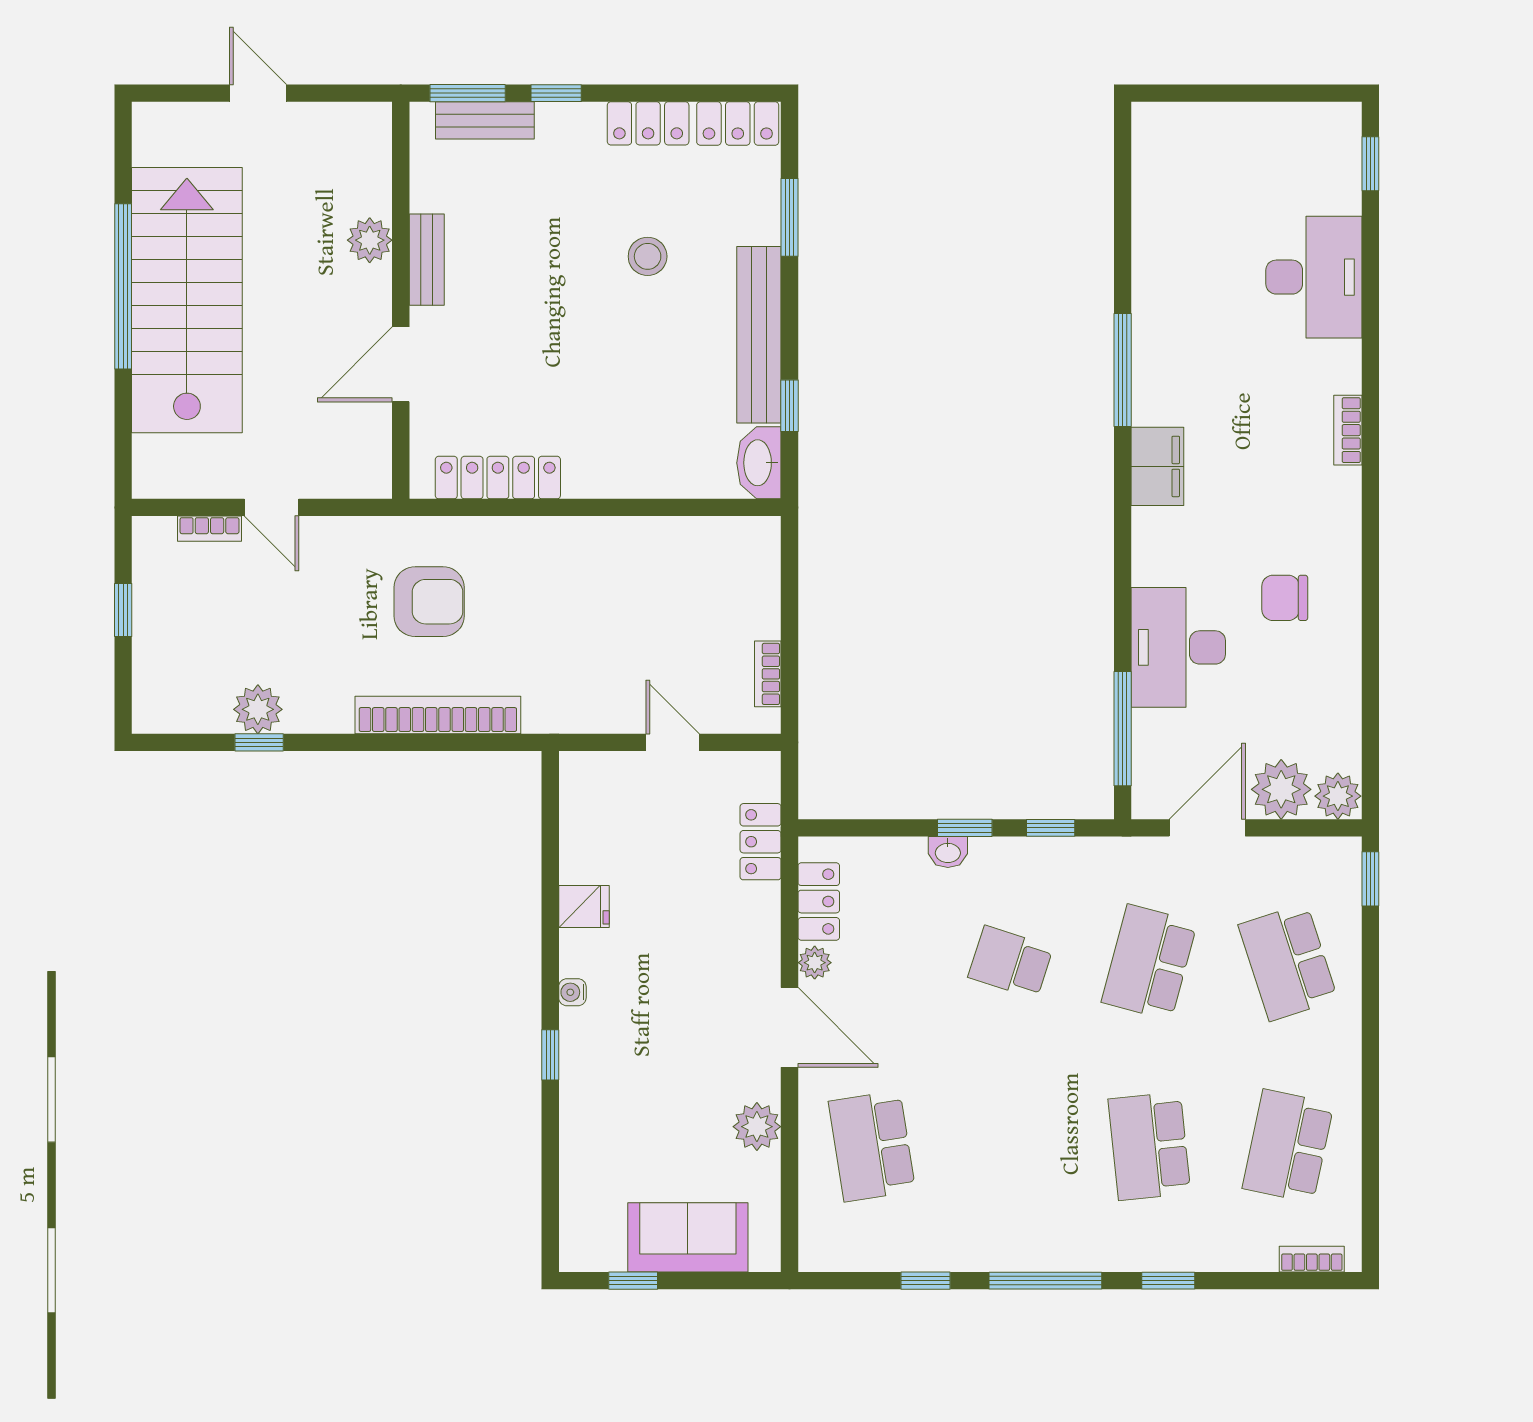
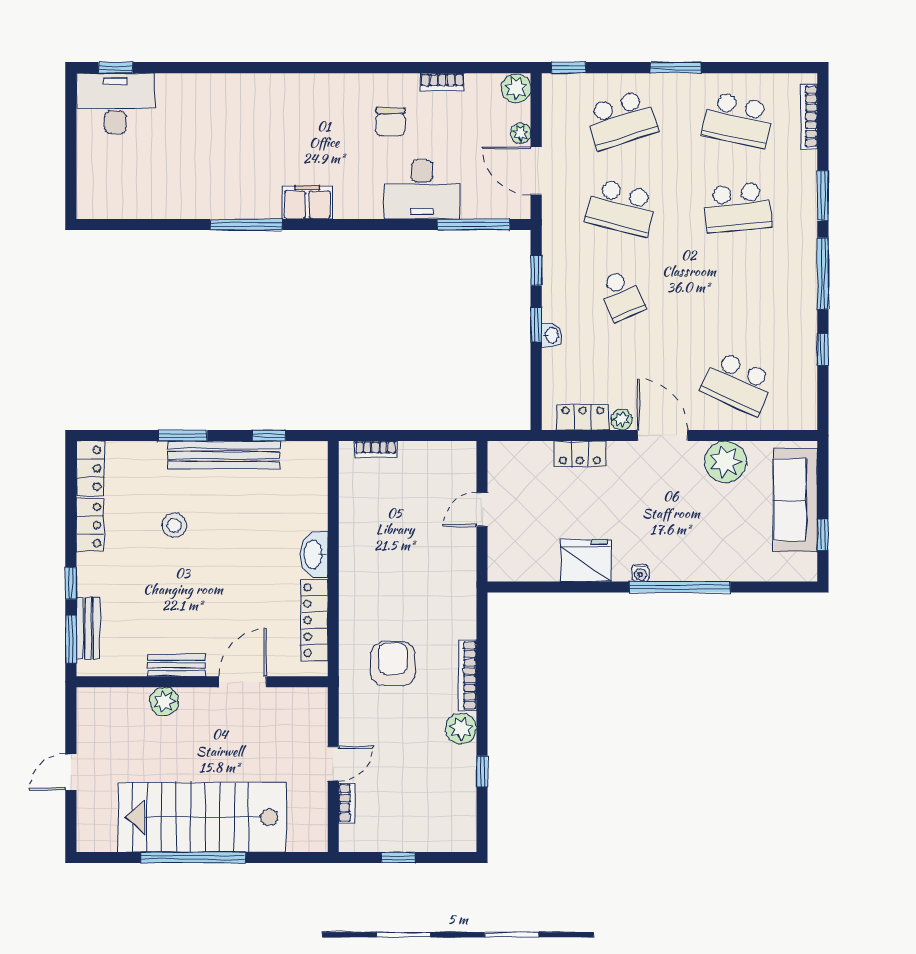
window: (789, 217) -> (183, 436), moved
desk: (1314, 277) -> (115, 103), moved
door: (401, 364) -> (243, 682), swing flipped
bookcase: (1348, 430) -> (442, 82), moved
washbasin: (759, 463) -> (314, 554), moved, turned 90
bookcase: (768, 674) -> (375, 449), moved
plant: (258, 709) -> (461, 728), moved
bookcase: (438, 715) -> (468, 675), width x0.68, depth x0.76
plant: (1281, 789) -> (521, 133), width x0.53, depth x0.53
locker: (761, 842) -> (580, 454), moved
fridge: (584, 906) -> (586, 560), width x1.88, depth x1.34
school desk: (1011, 962) -> (621, 296), turned -42
door: (789, 1027) -> (663, 436), hinge flipped
window: (1370, 1048) -> (675, 68), added
window: (550, 1055) -> (680, 587), width x3.17
plant: (757, 1127) -> (725, 462), width x1.36, depth x1.36
school desk: (872, 1146) -> (738, 383), turned 33
sofa: (688, 1237) -> (796, 500), width x1.36
bookcase: (1312, 1259) -> (809, 116), width x1.56
window: (1168, 1281) -> (823, 196), width x1.50

